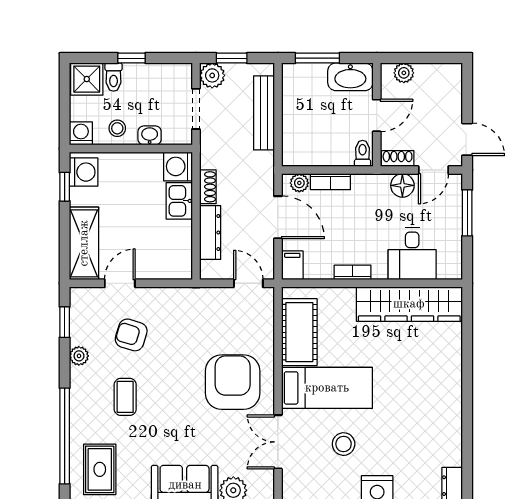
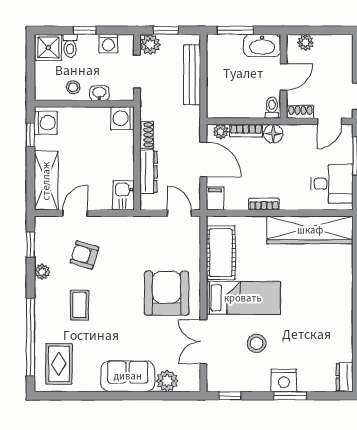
washing machine: (81, 133) -> (108, 44), moved, turned 180
floor lamp: (402, 185) -> (273, 134), moved
kitchen sink: (179, 201) -> (123, 195), moved
desk: (412, 254) -> (332, 184), moved, turned -90

